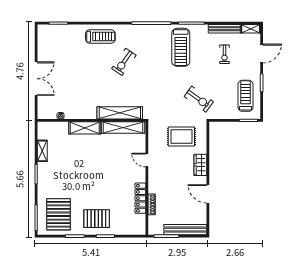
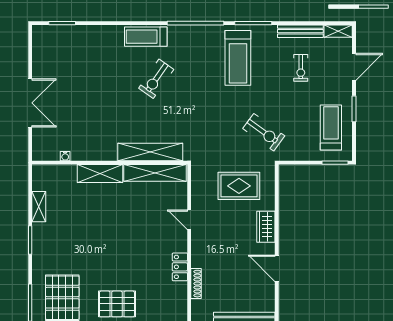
treadmill: (100, 37) -> (146, 37), moved, turned 180
locker: (140, 198) -> (180, 267), width x0.66

